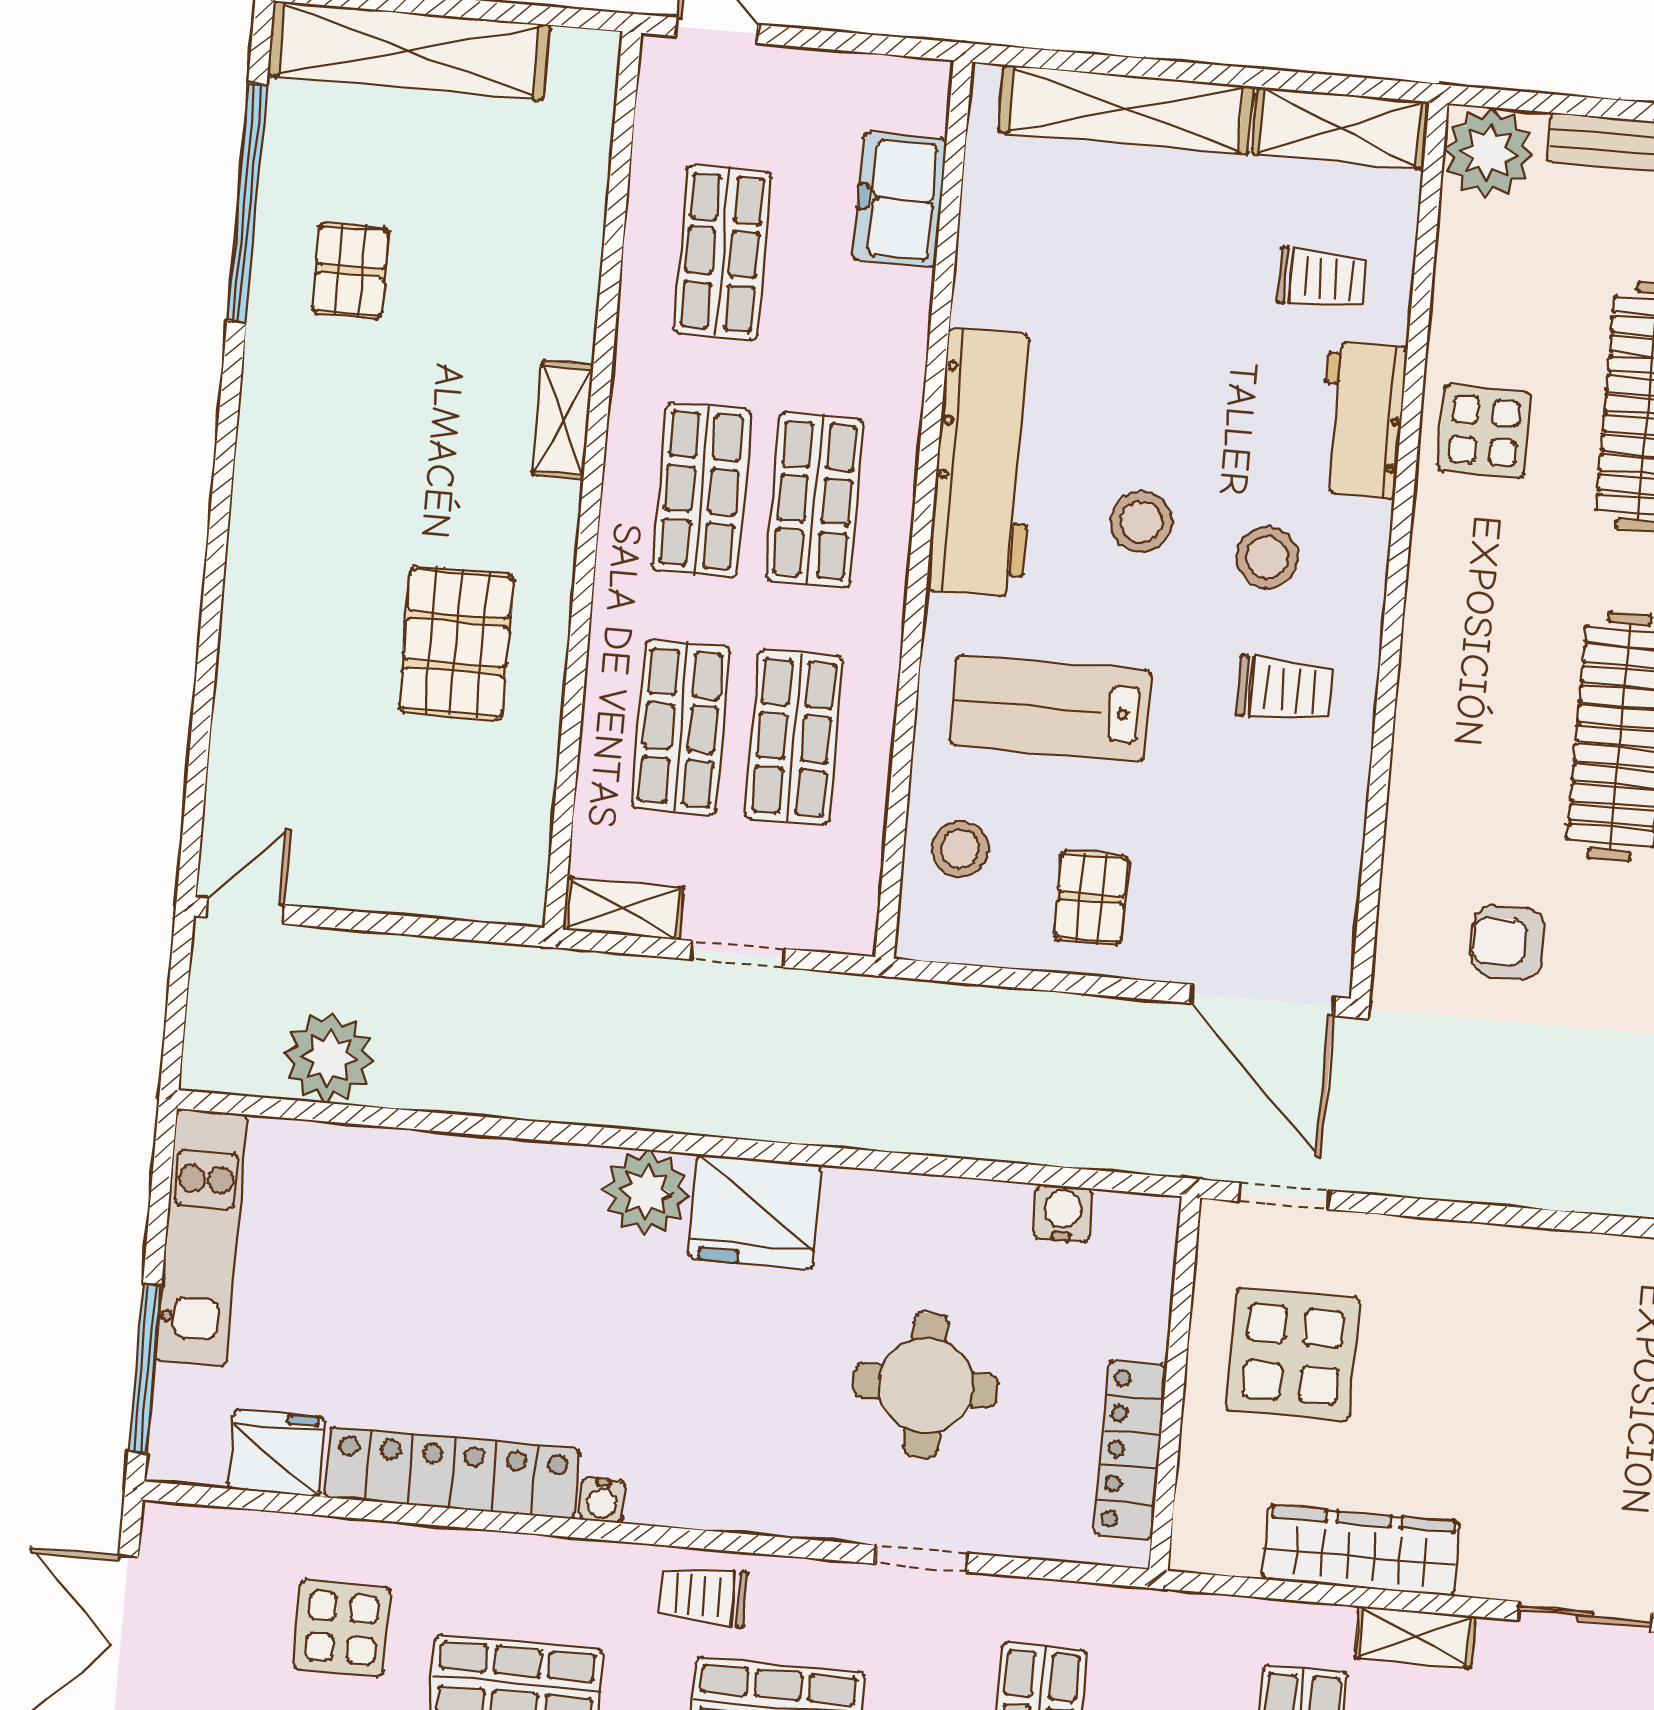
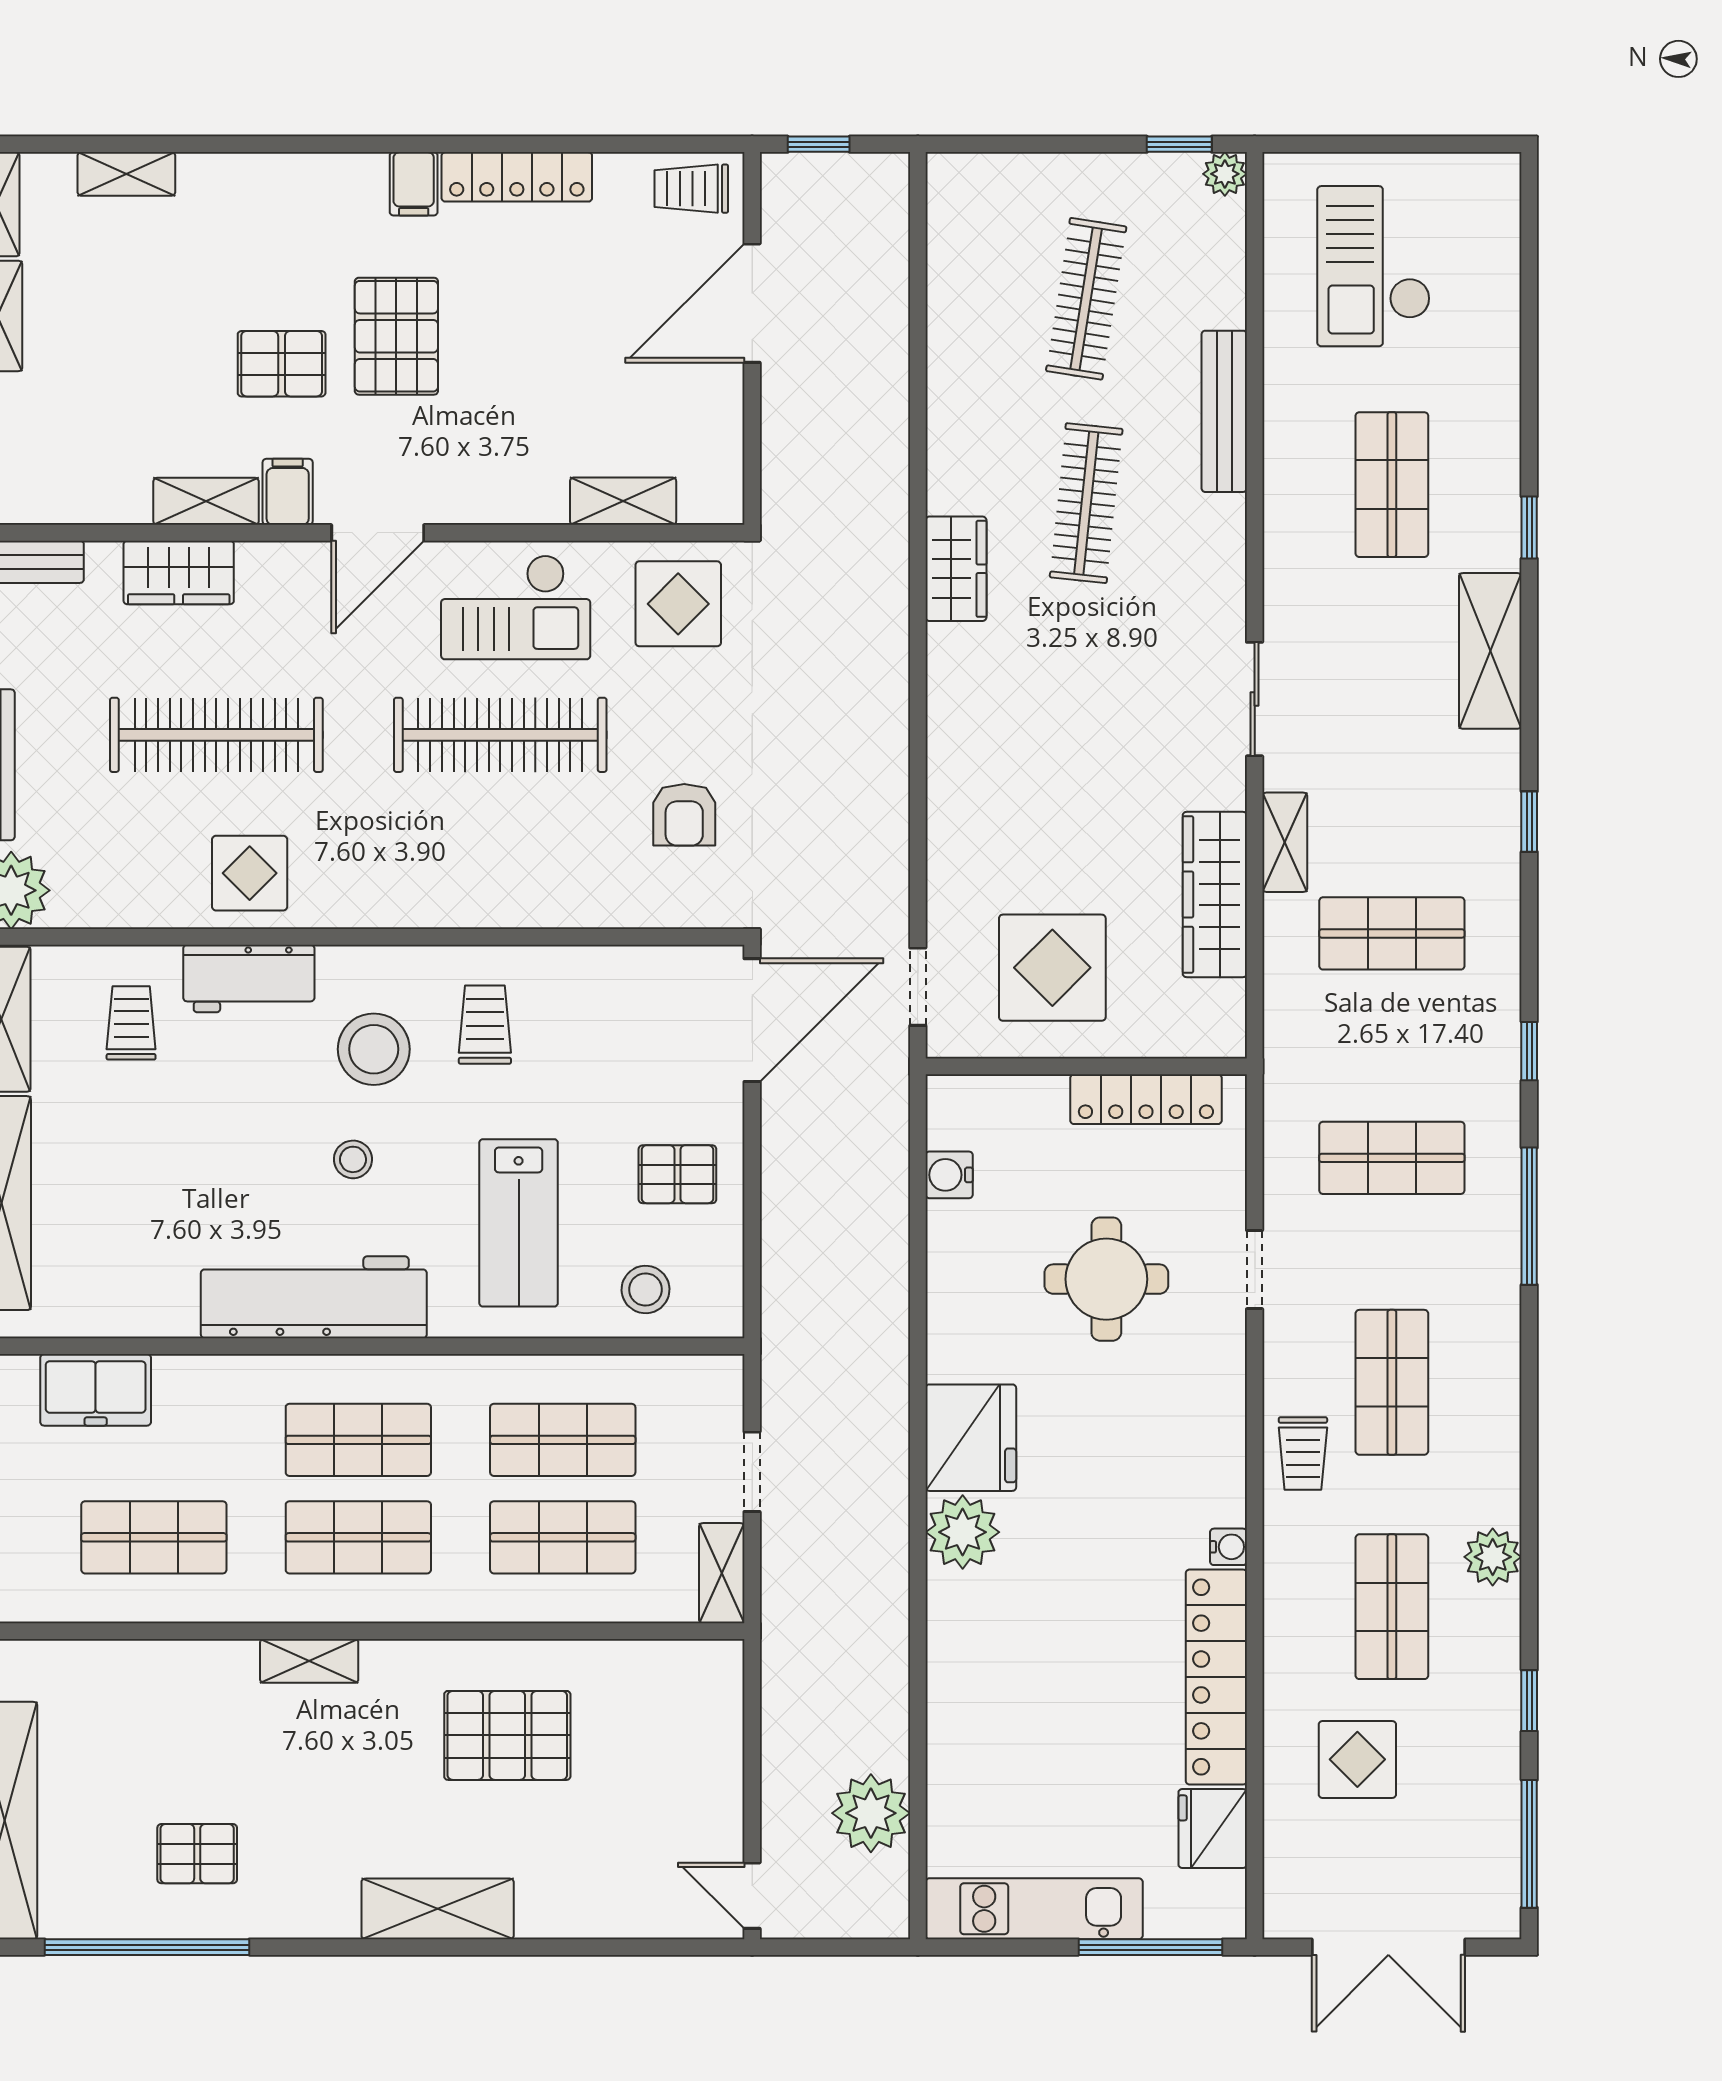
stool: (1141, 522) -> (353, 1159), width x0.73, depth x0.73
shelving: (262, 544) -> (438, 1909), added
stool: (1267, 558) -> (374, 1049), width x1.38, depth x1.38

